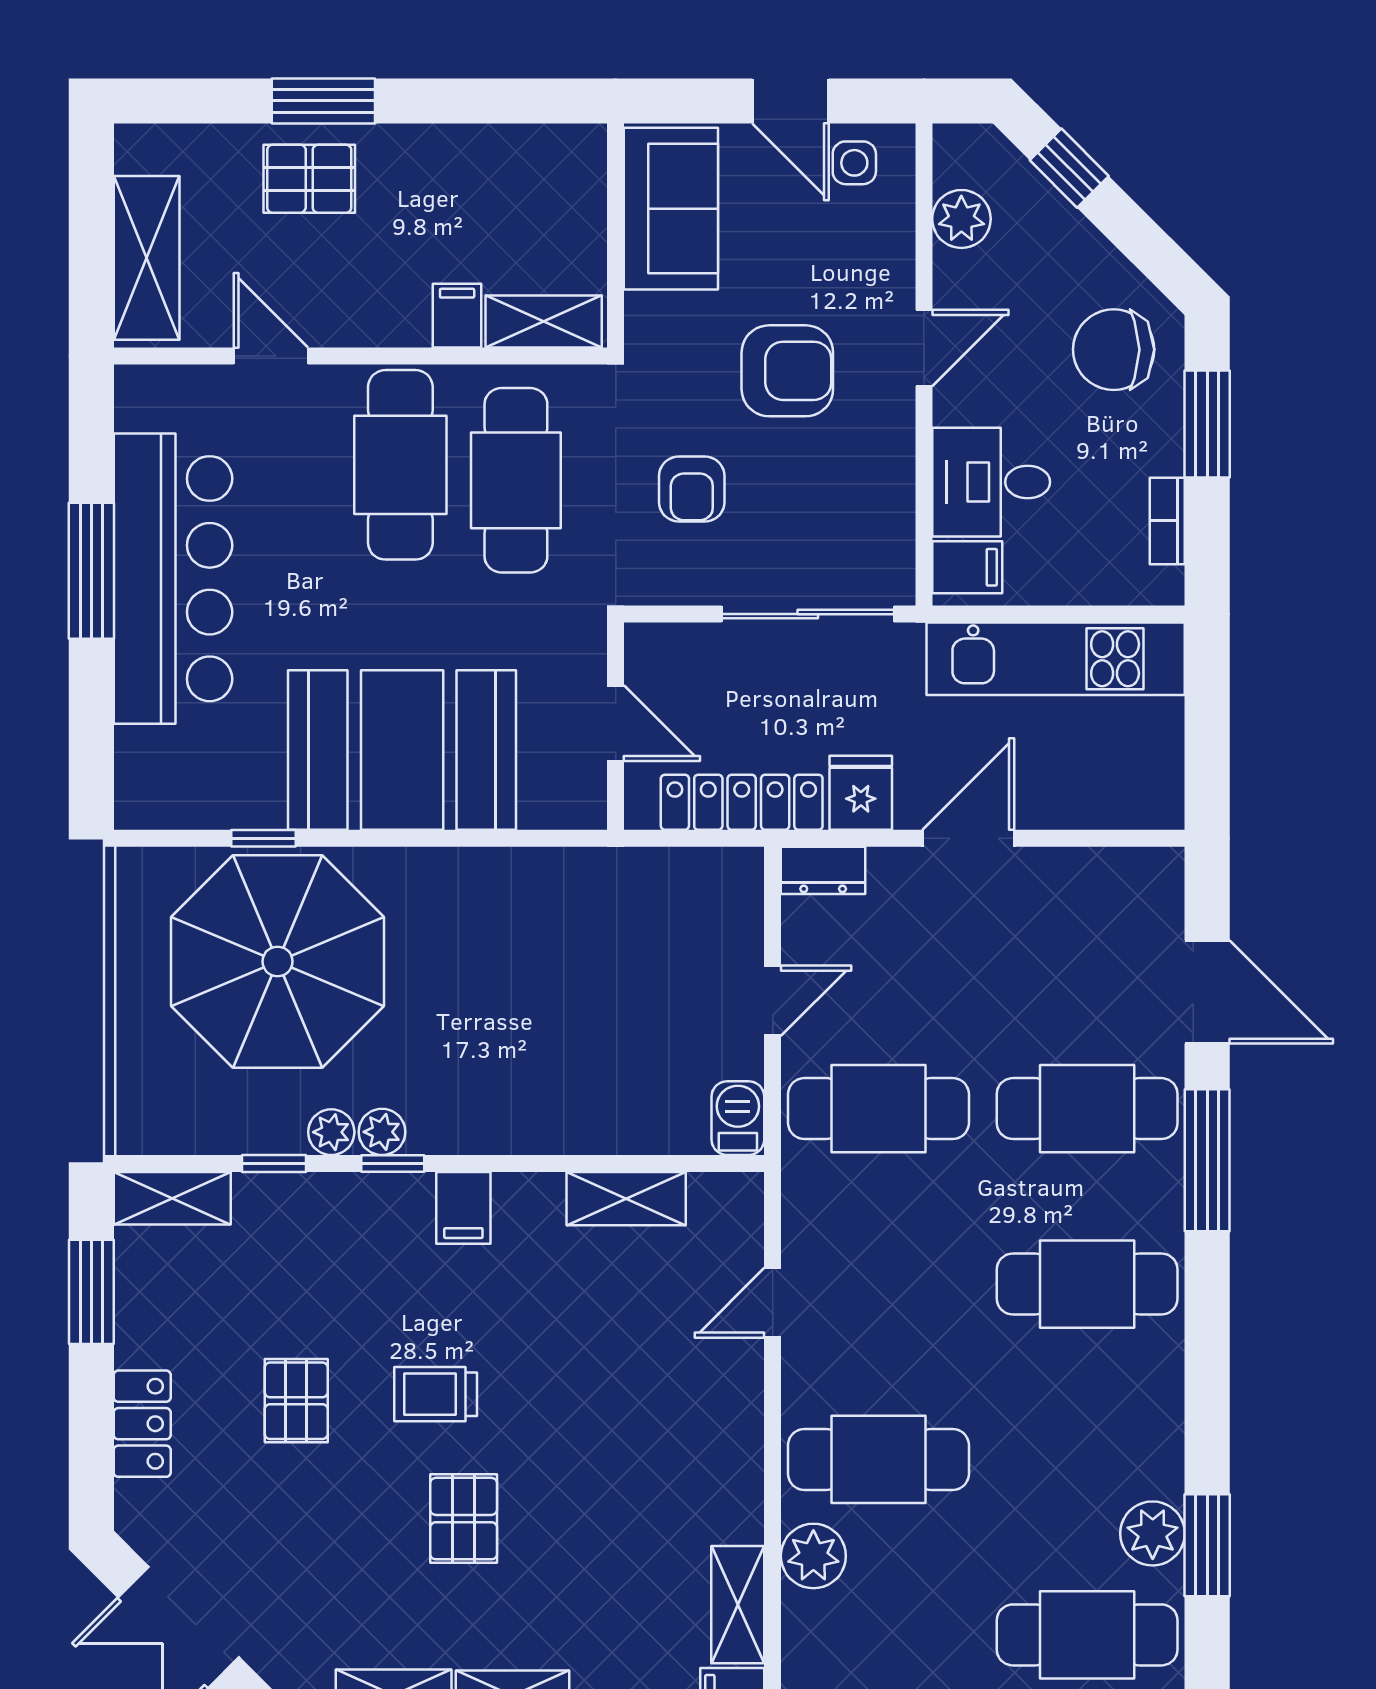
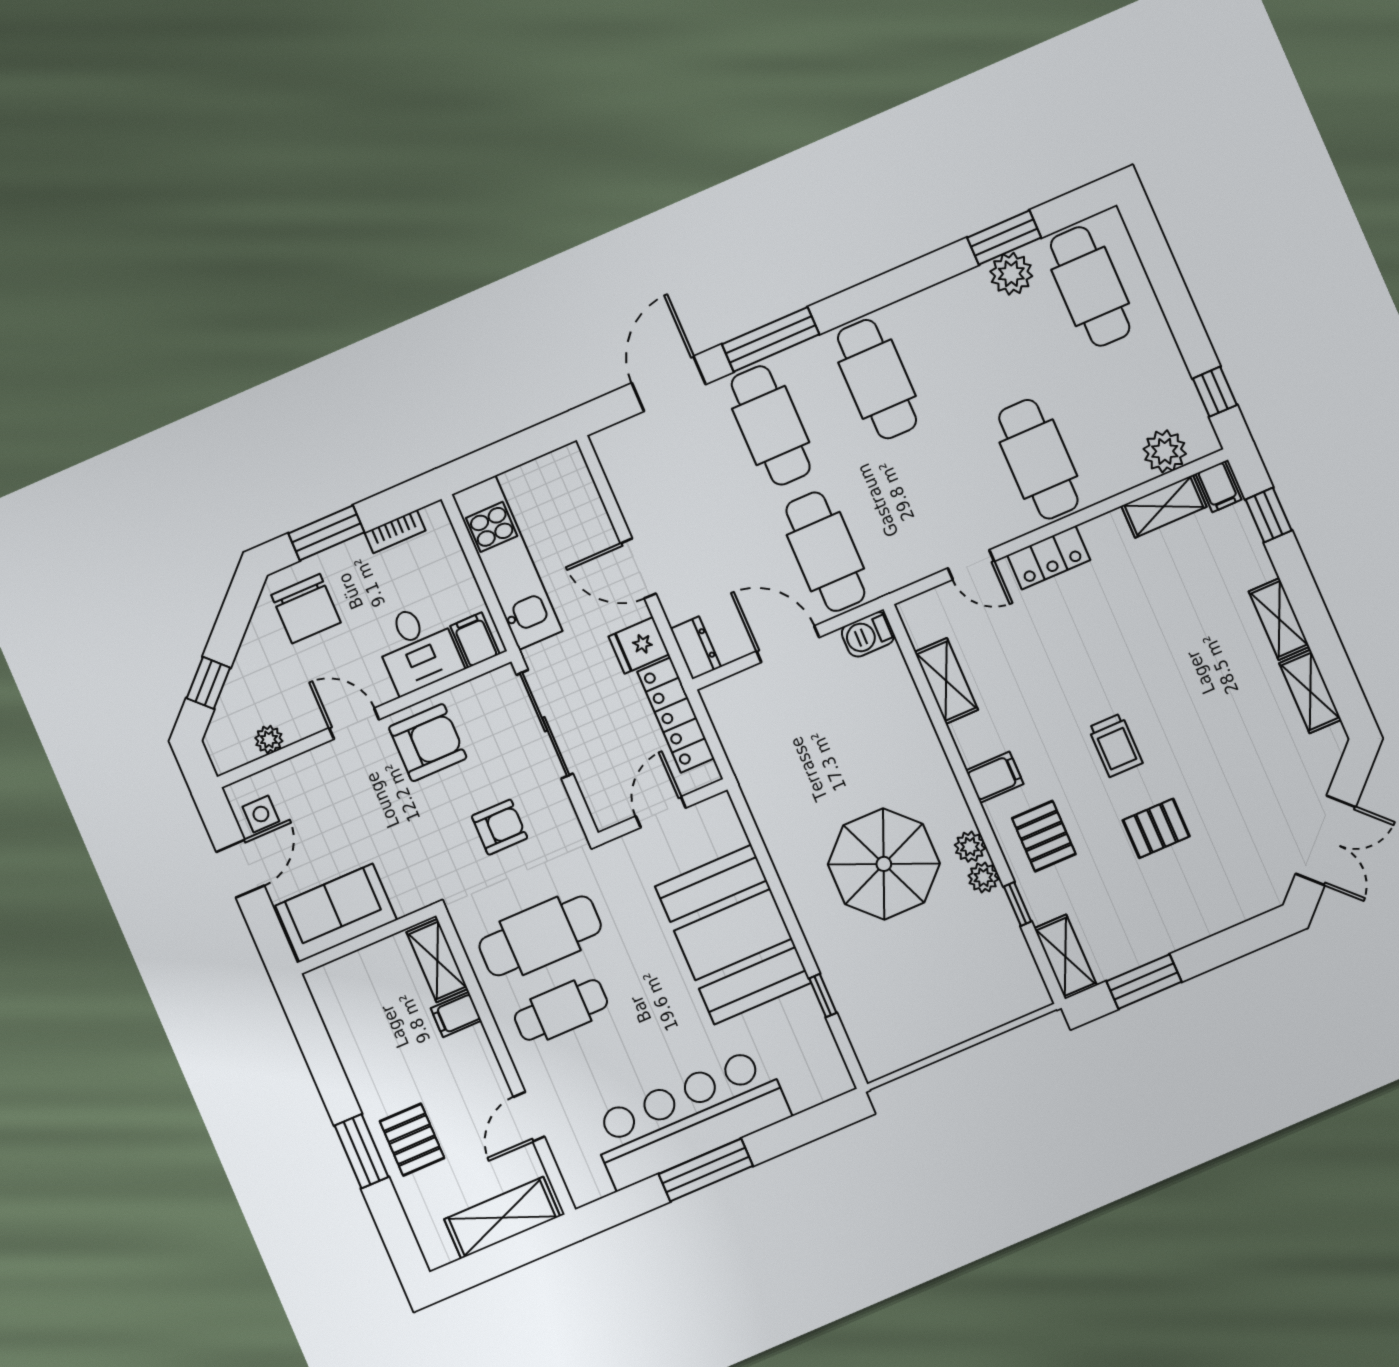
plant: (961, 219) -> (269, 740), width x0.73, depth x0.73
armchair: (787, 371) -> (428, 743), moved, turned 90
cafe table: (400, 465) -> (561, 1010), width x0.73, depth x0.74
parasol: (278, 961) -> (884, 864), moved, width x0.73, depth x0.73
door: (773, 1001) -> (788, 644), width x1.38
window: (393, 1163) -> (986, 832), removed
locker: (142, 1424) -> (1049, 558), moved, turned 180
pallet: (464, 1519) -> (1044, 836), moved, turned 90
plant: (813, 1556) -> (1165, 451), moved

